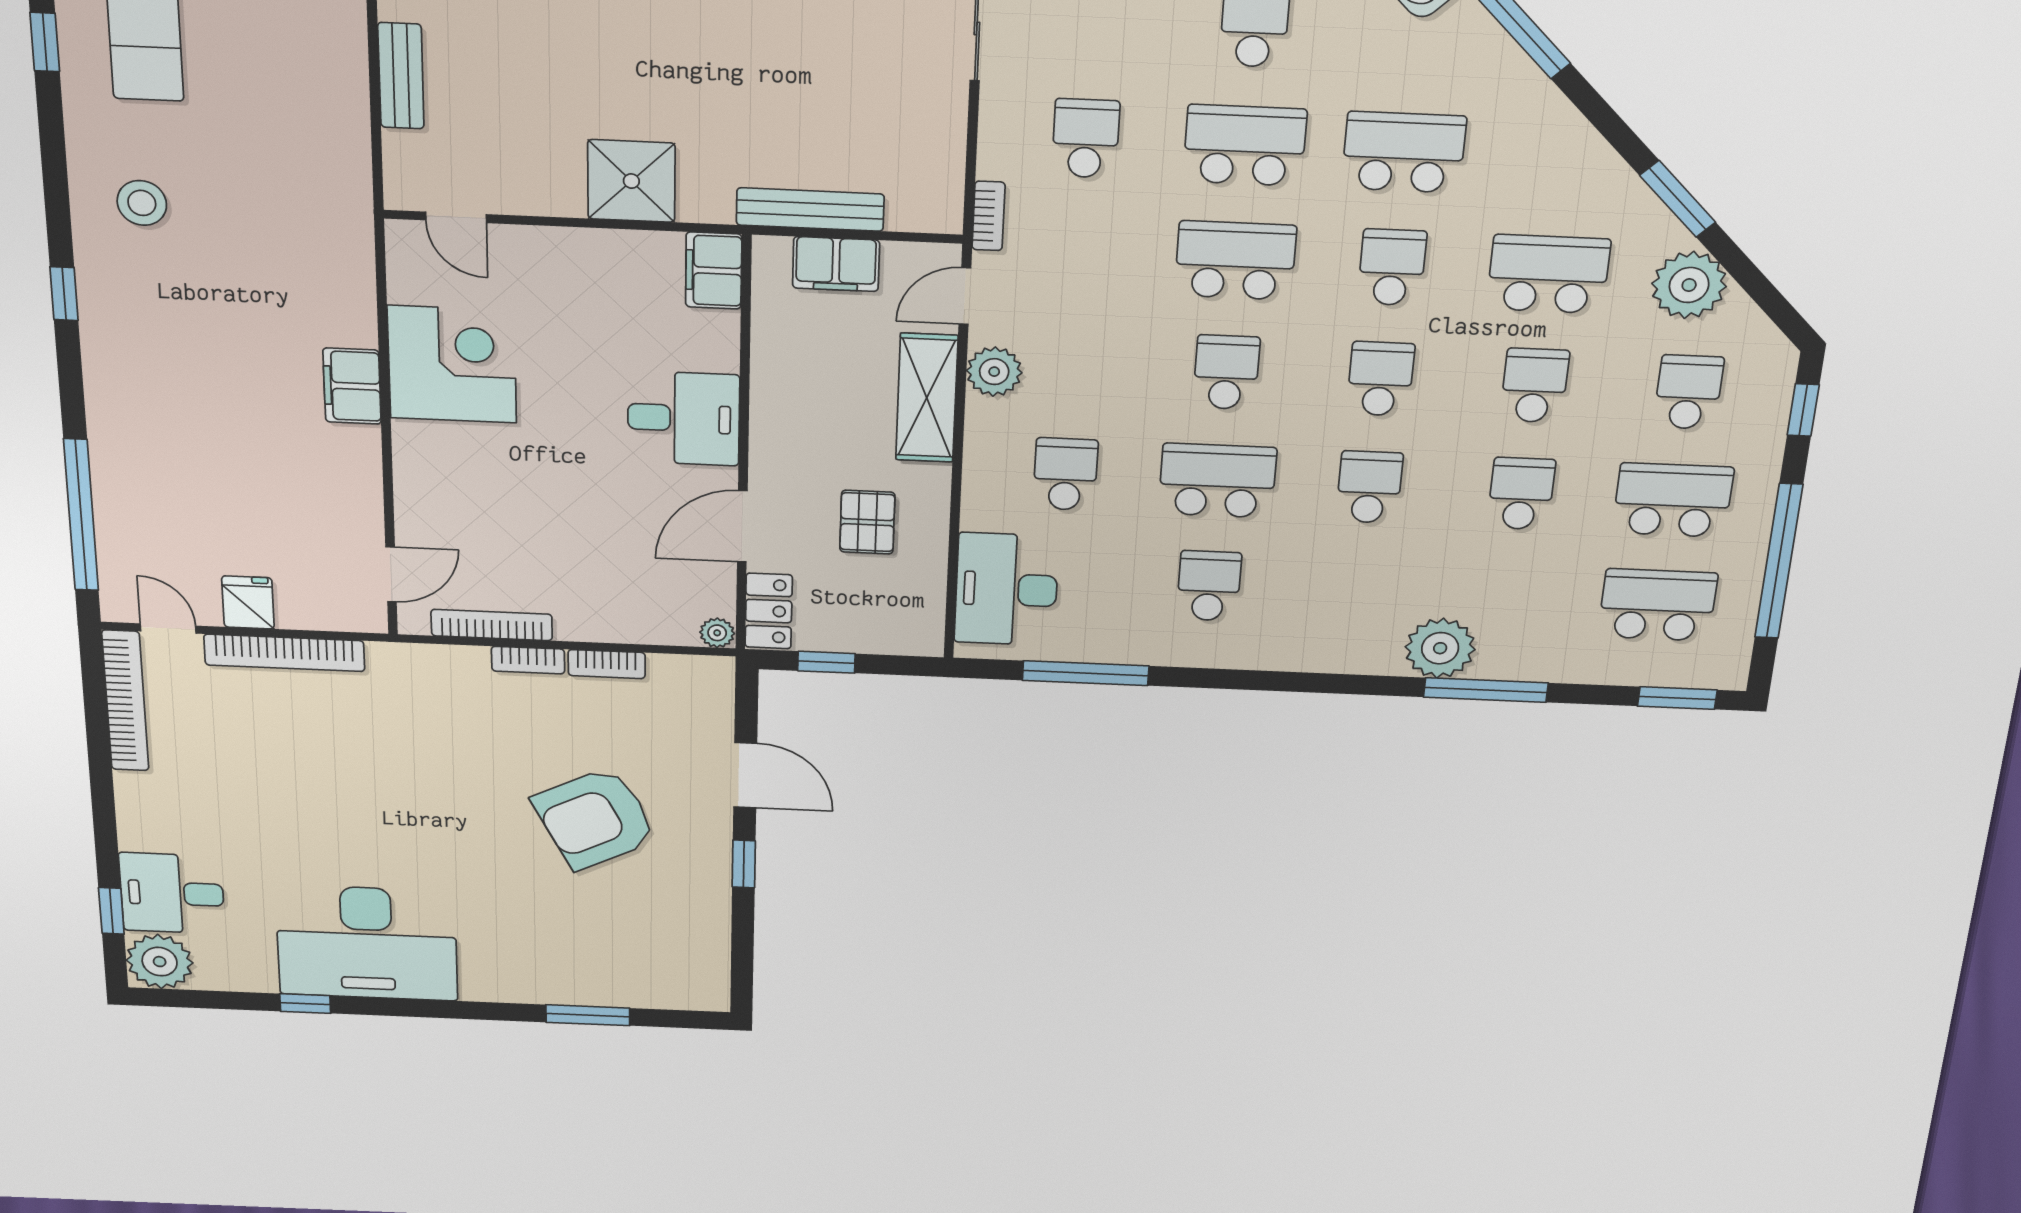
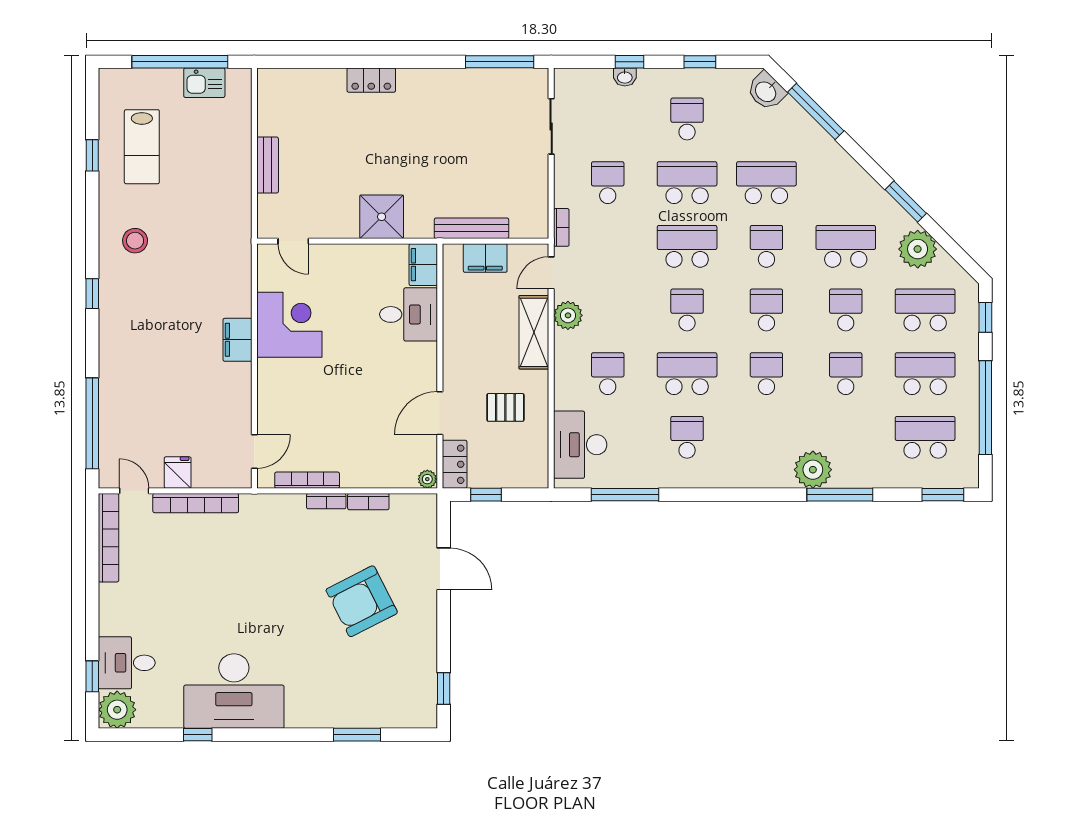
school desk: (1688, 392) -> (925, 310), width x1.85
desk: (684, 418) -> (409, 314), moved
pallet: (867, 522) -> (505, 407), turned 90
window: (744, 864) -> (444, 688), moved

